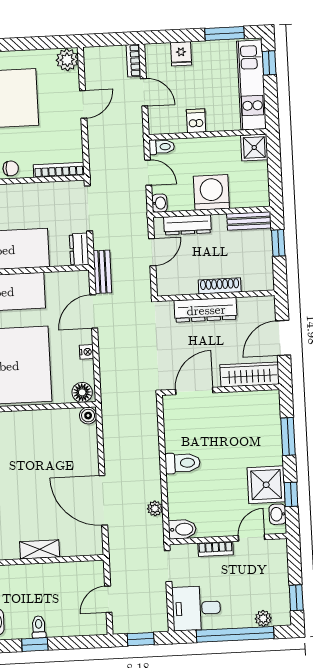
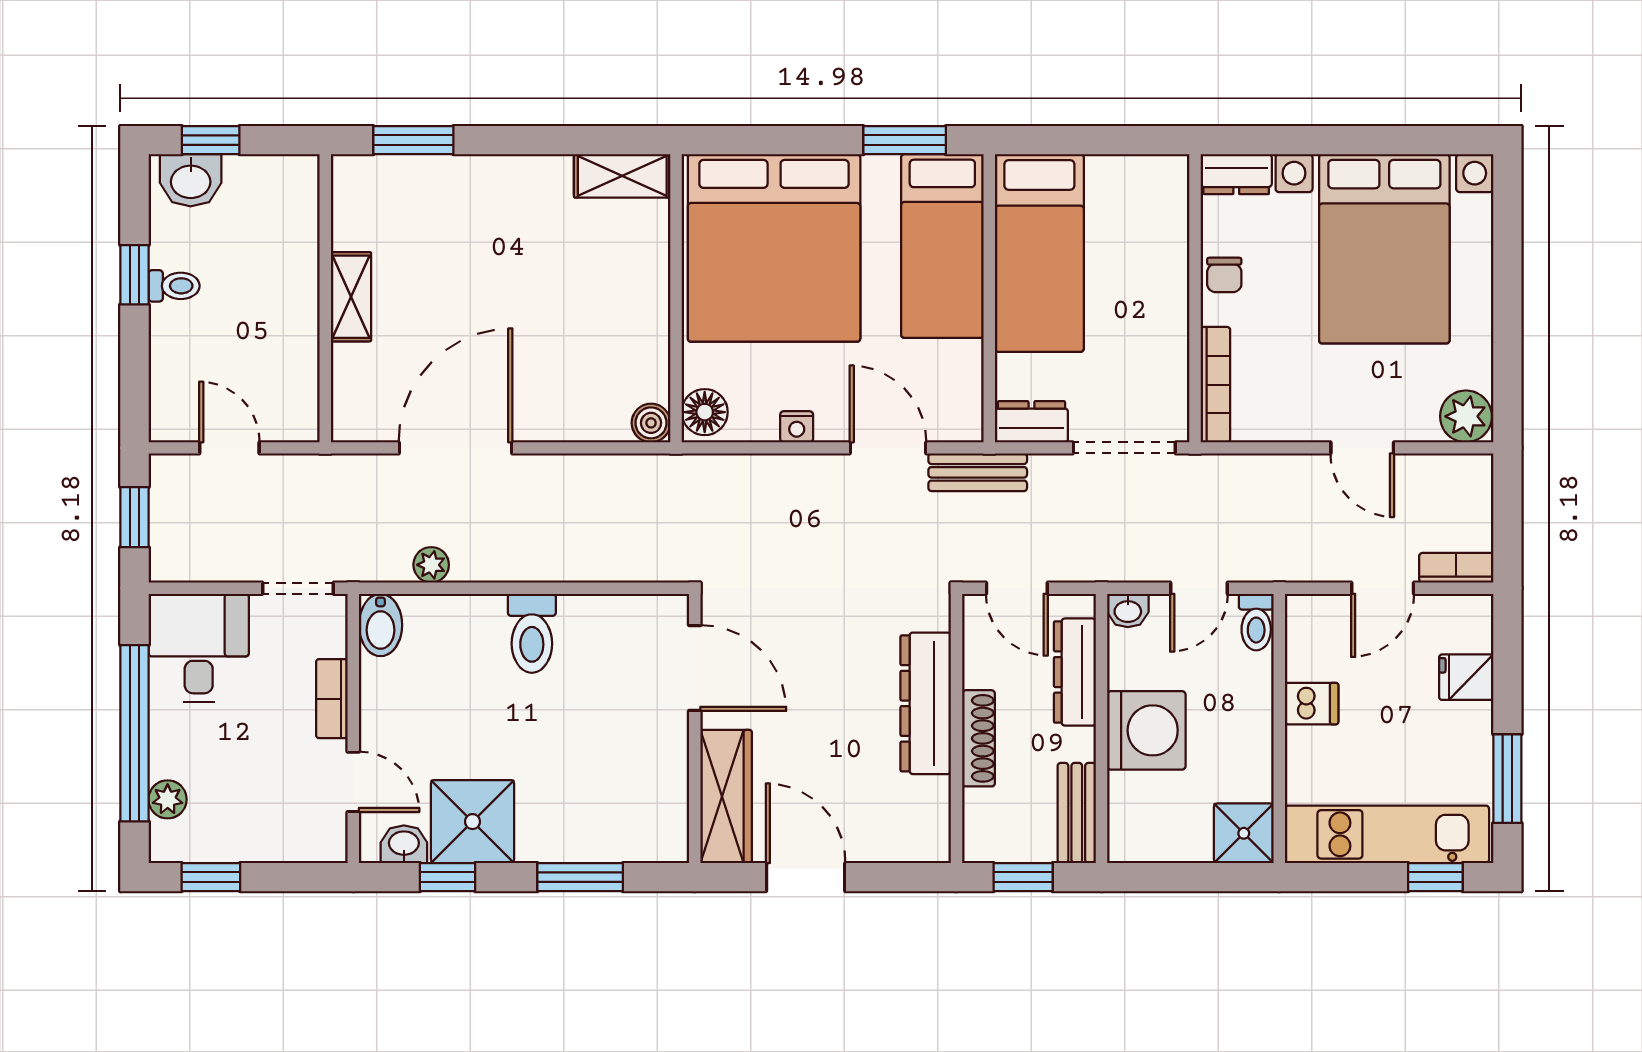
shoe rack: (220, 286) -> (979, 738), moved
wall: (216, 296) -> (957, 728), moved
dresser: (206, 310) -> (926, 703), moved

